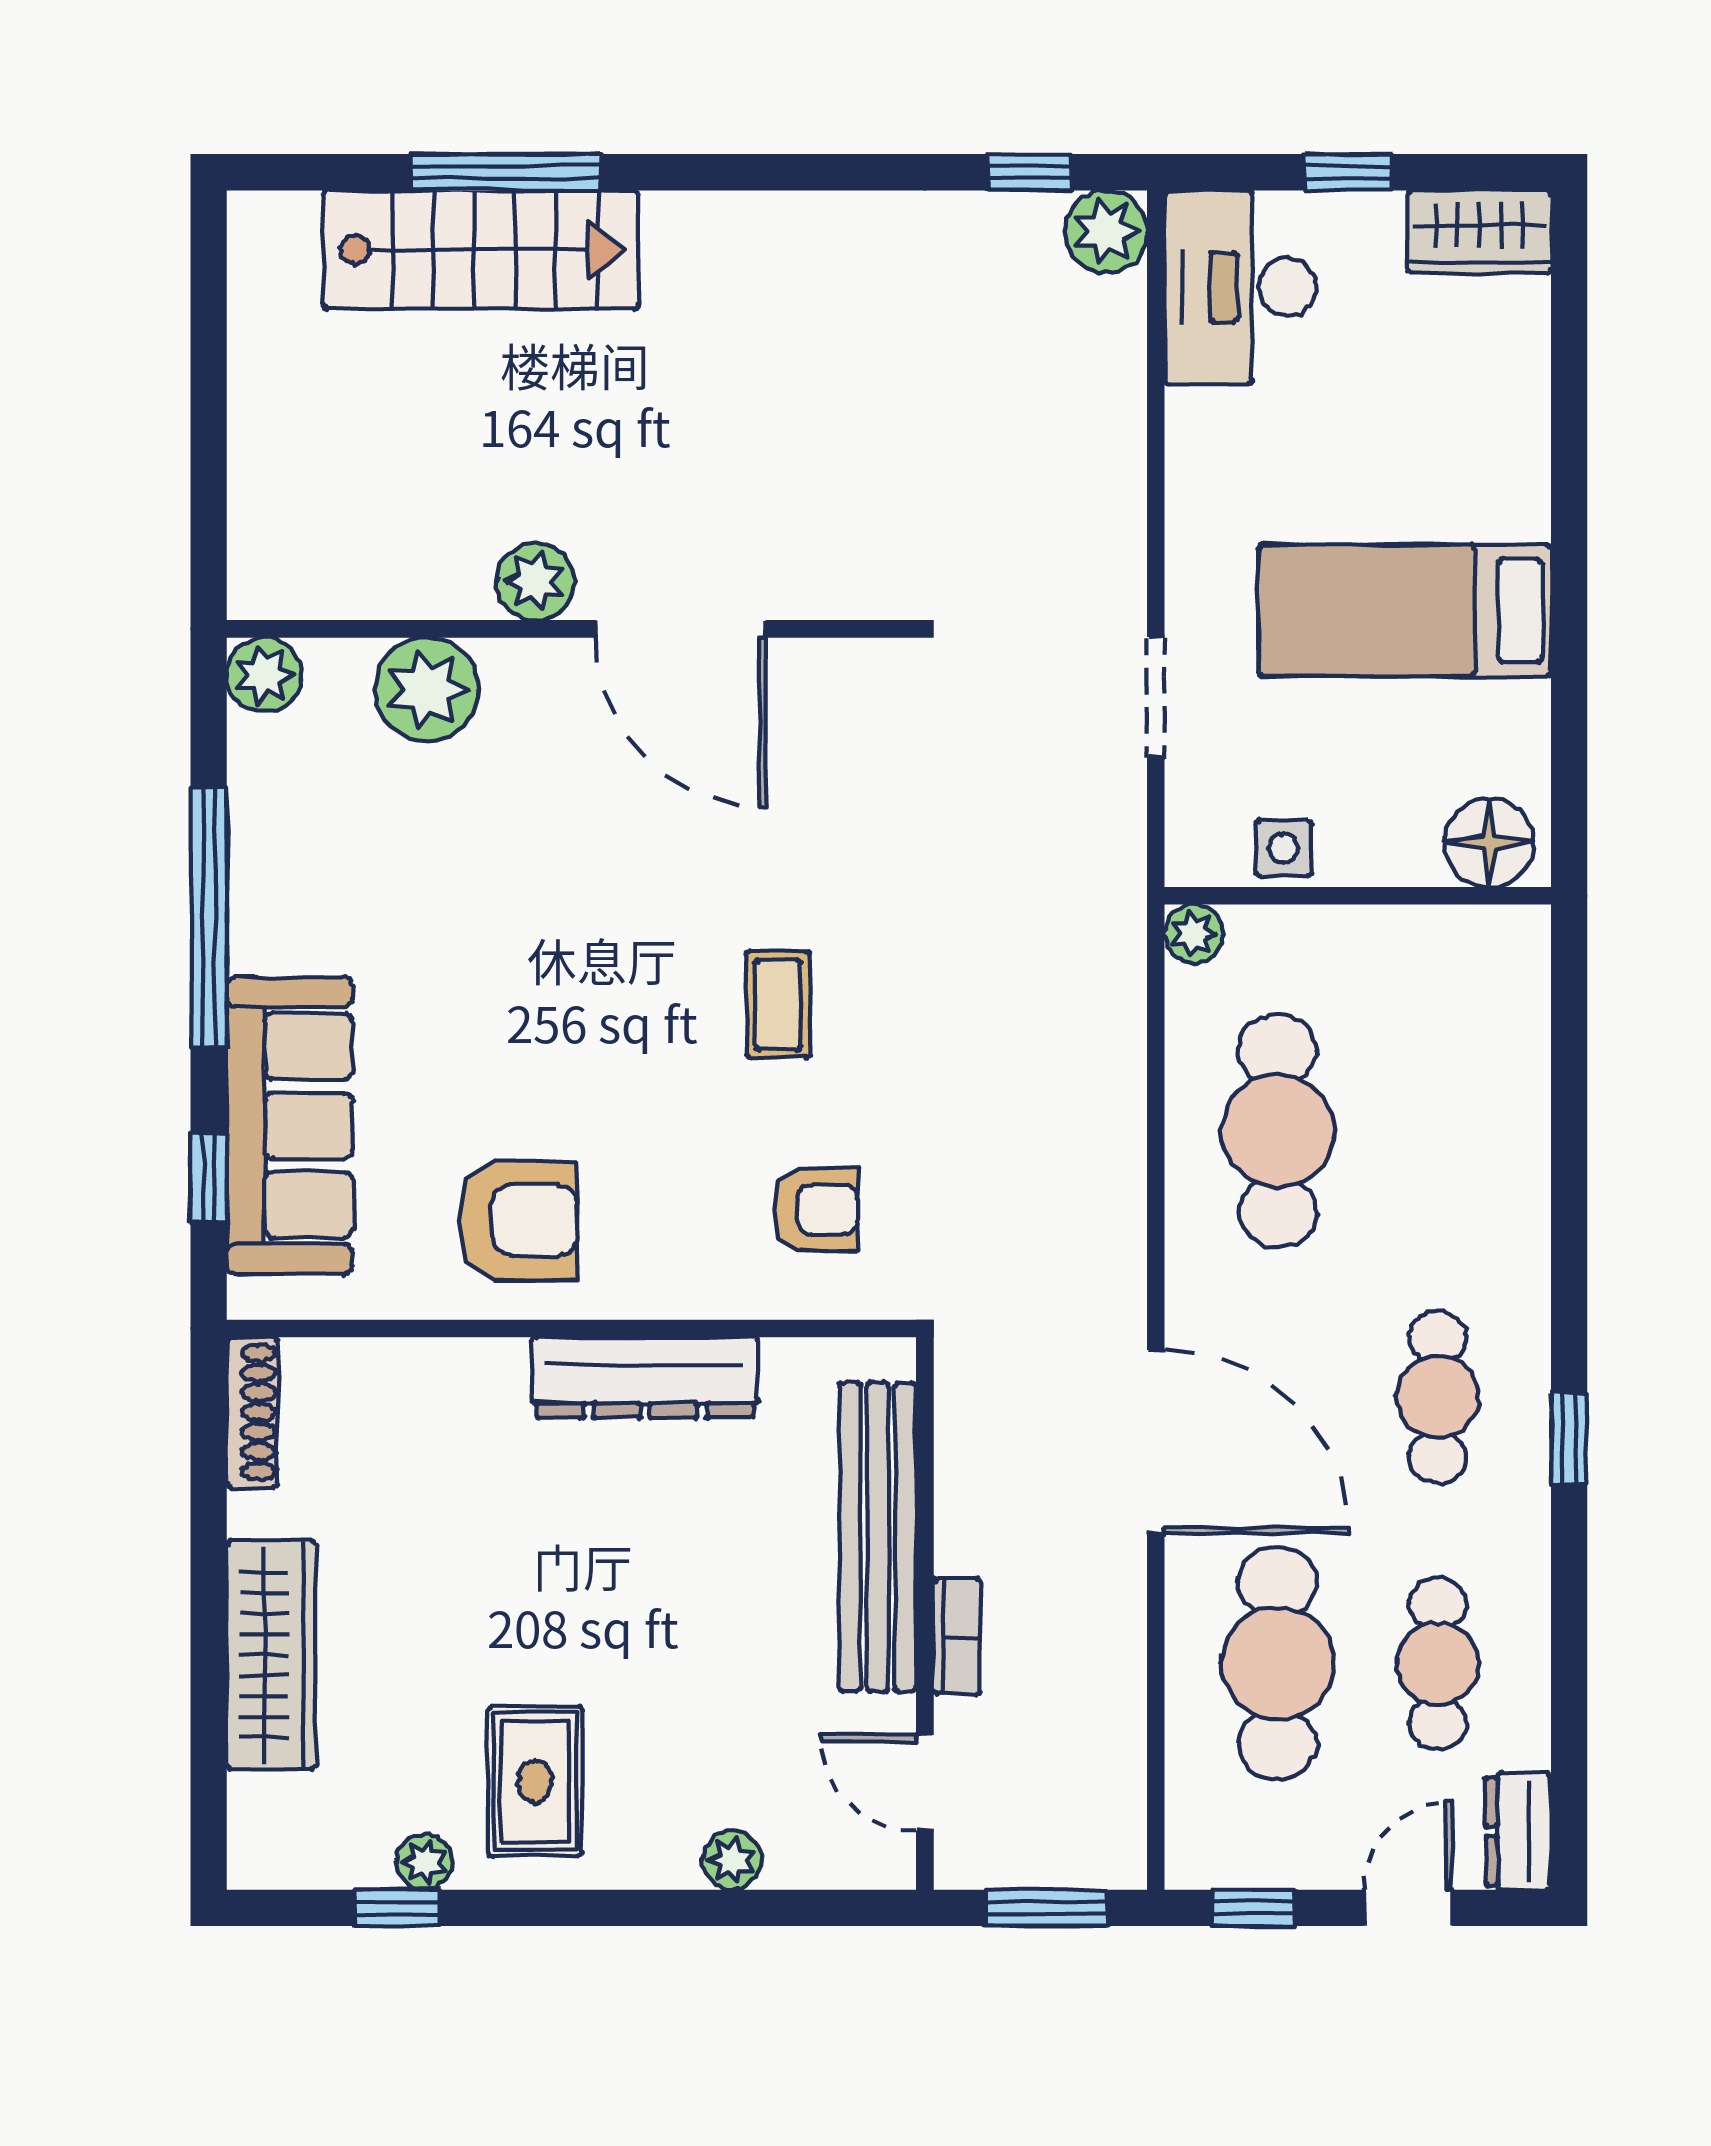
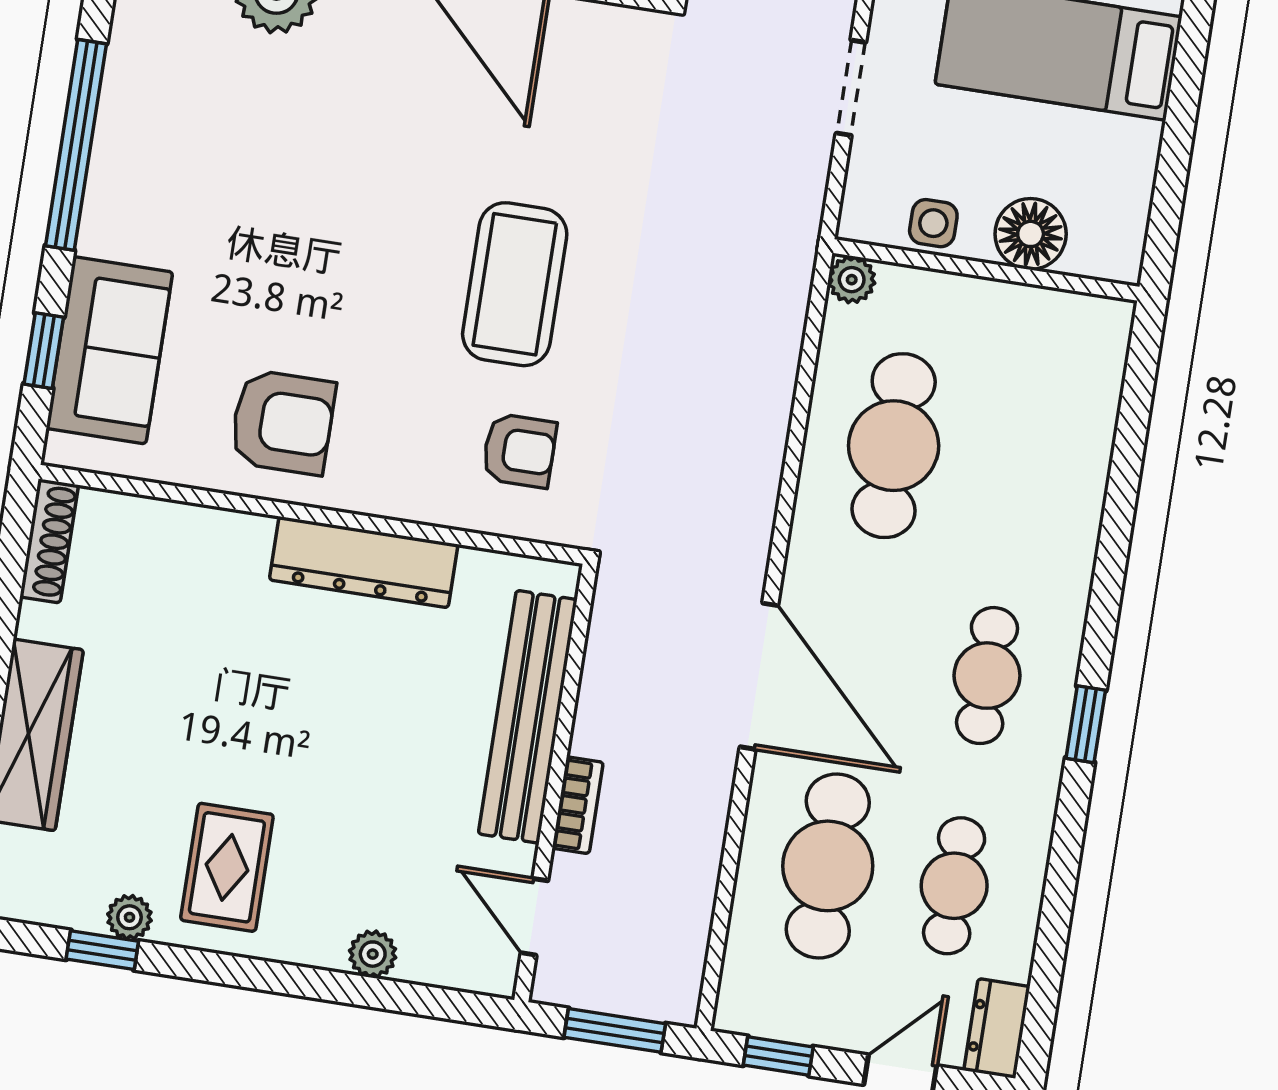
floor lamp: (1489, 843) -> (1031, 234), moved
coffee table: (778, 1005) -> (515, 284), width x1.86, depth x1.72
sofa: (290, 1125) -> (109, 350), width x0.73

